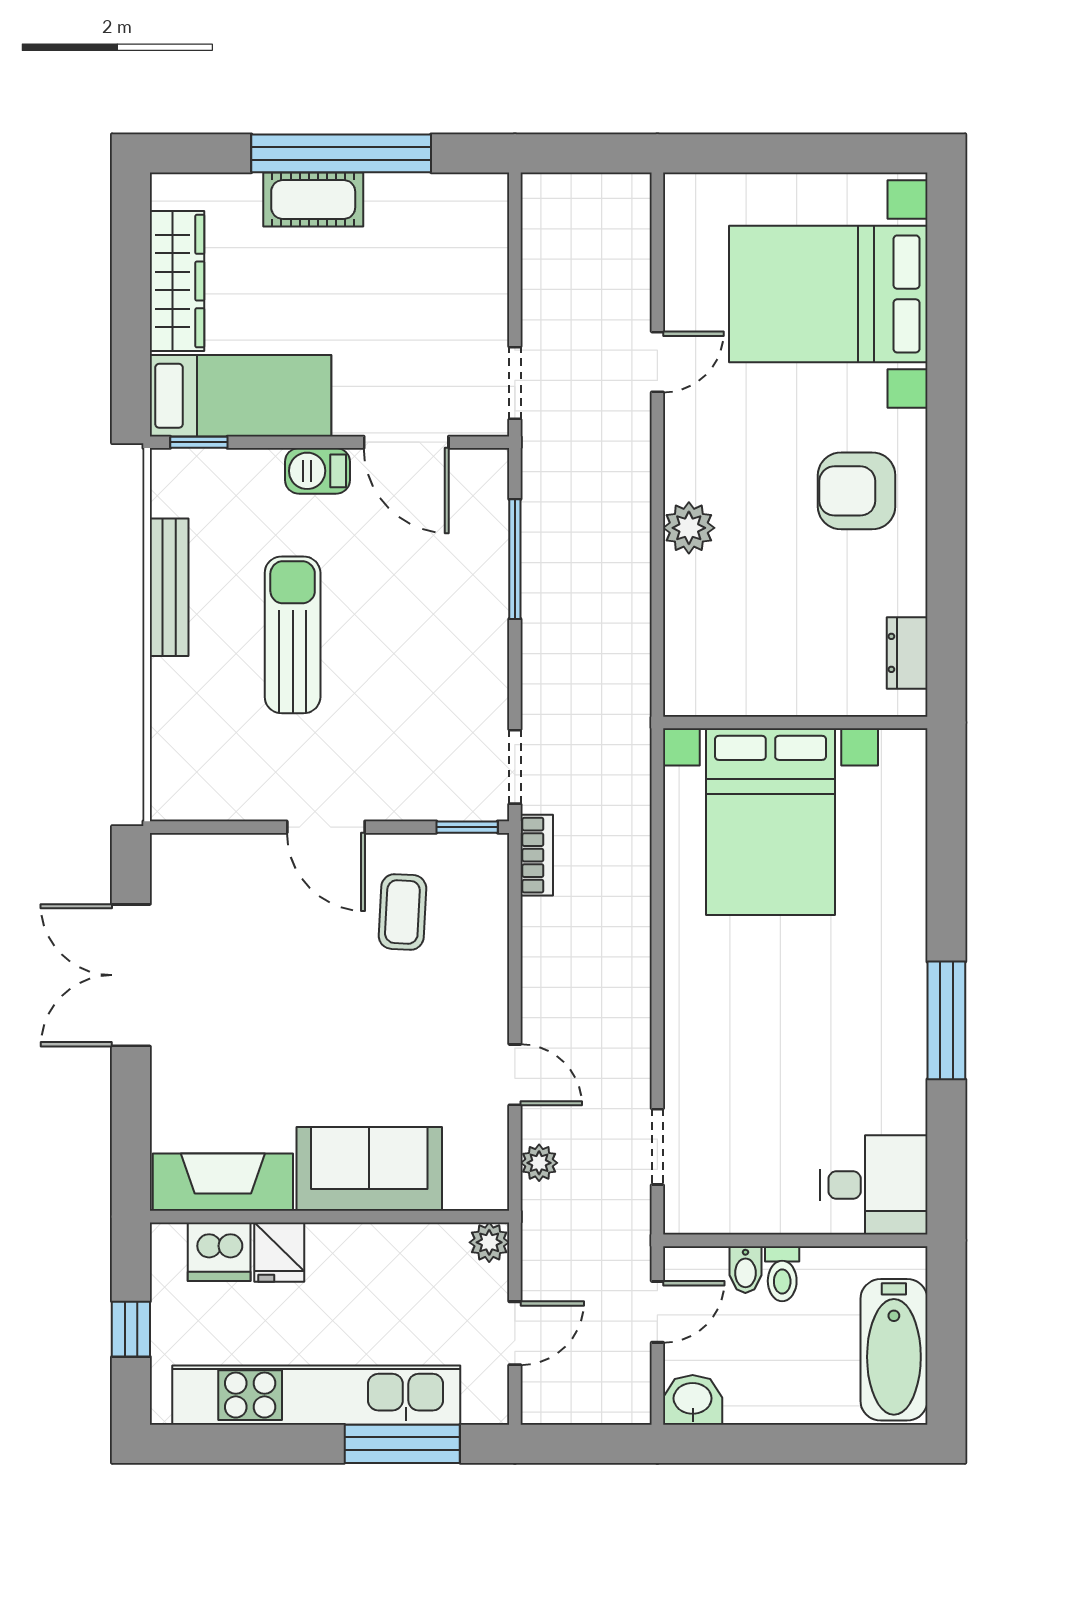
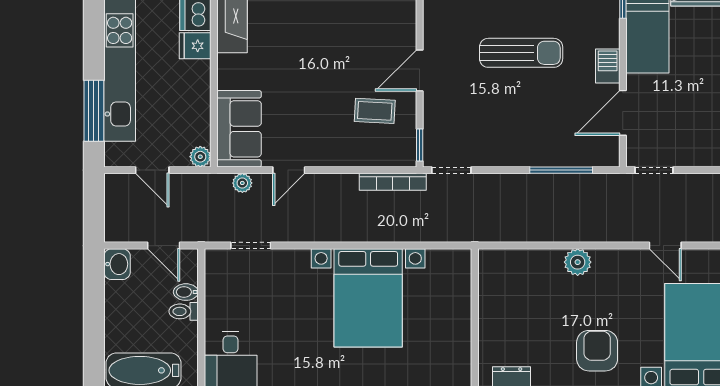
bed with nightstands: (770, 822) -> (368, 298), moved, turned -90
bookcase: (537, 855) -> (393, 182), width x1.56
sofa: (369, 1169) -> (239, 129), moved

